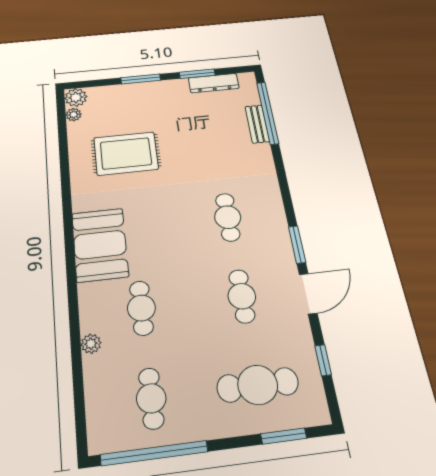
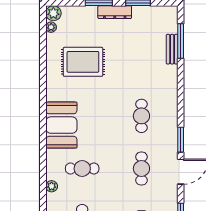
dresser: (214, 83) -> (115, 12), moved
window: (268, 113) -> (181, 41), width x0.68
cafe table: (141, 308) -> (82, 169), turned 90

